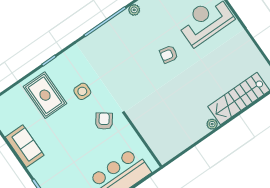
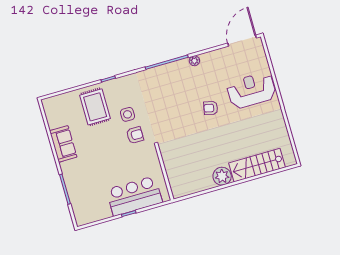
armchair: (104, 121) -> (135, 135), moved, turned 54
plant: (212, 124) -> (222, 176), width x1.88, depth x1.88

